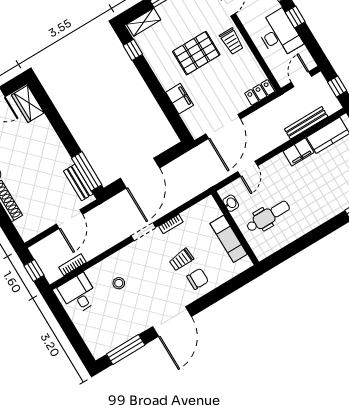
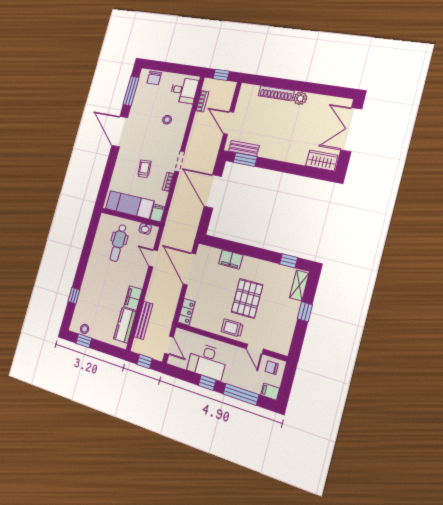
window: (87, 171) -> (245, 160), width x0.69
filing cabinet: (207, 206) -> (157, 213), added
exam couch: (229, 239) -> (130, 205), width x1.36, depth x1.45
chair: (198, 279) -> (154, 78), moved

